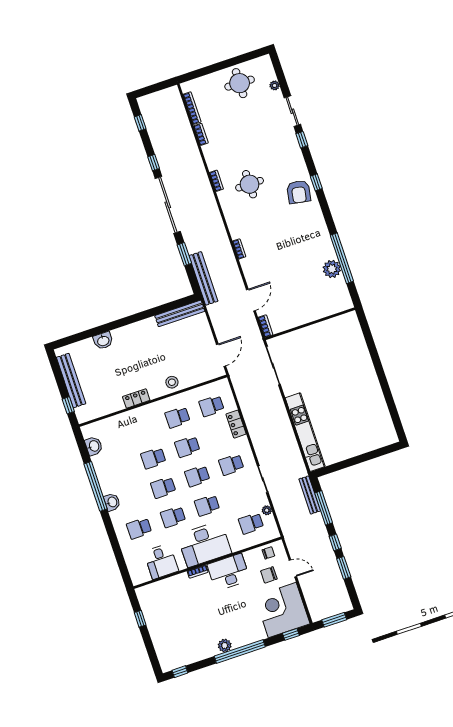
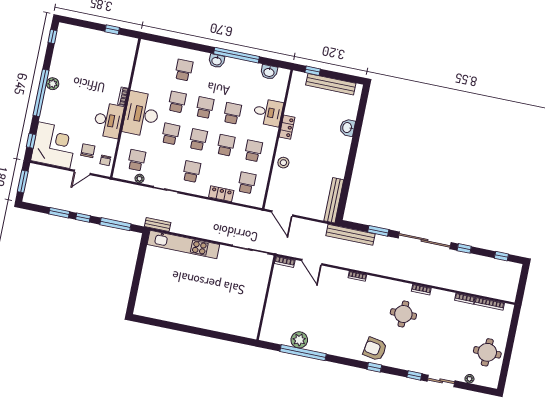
bench: (310, 495) -> (158, 224), moved, width x0.73
desk: (161, 561) -> (268, 112), moved, turned 180

